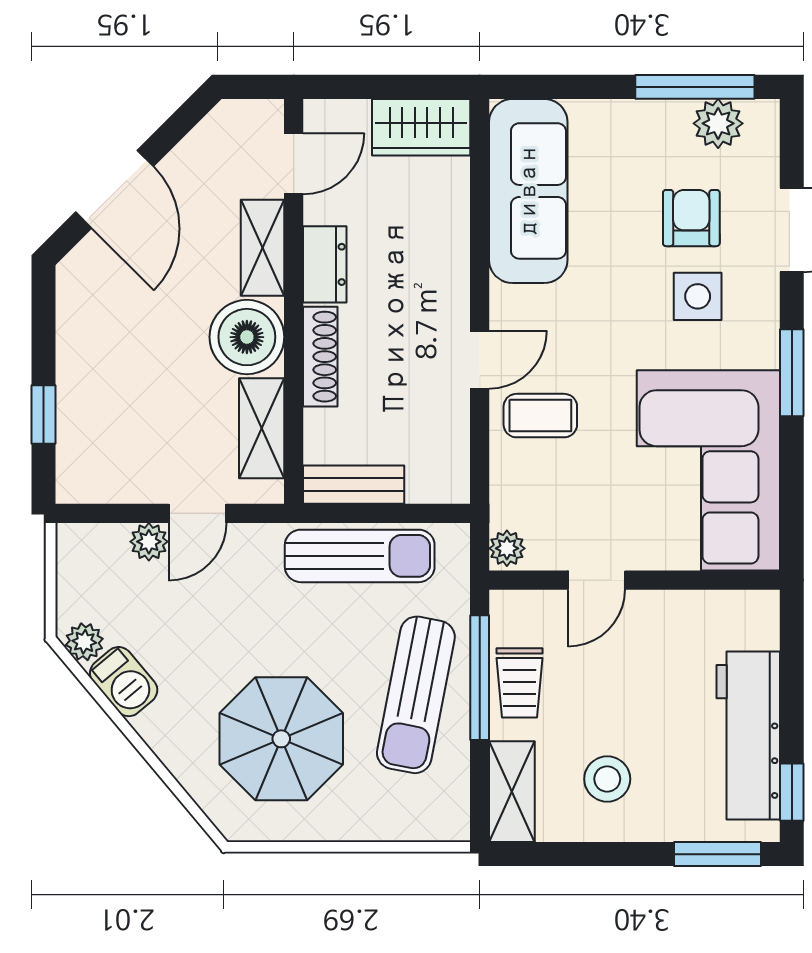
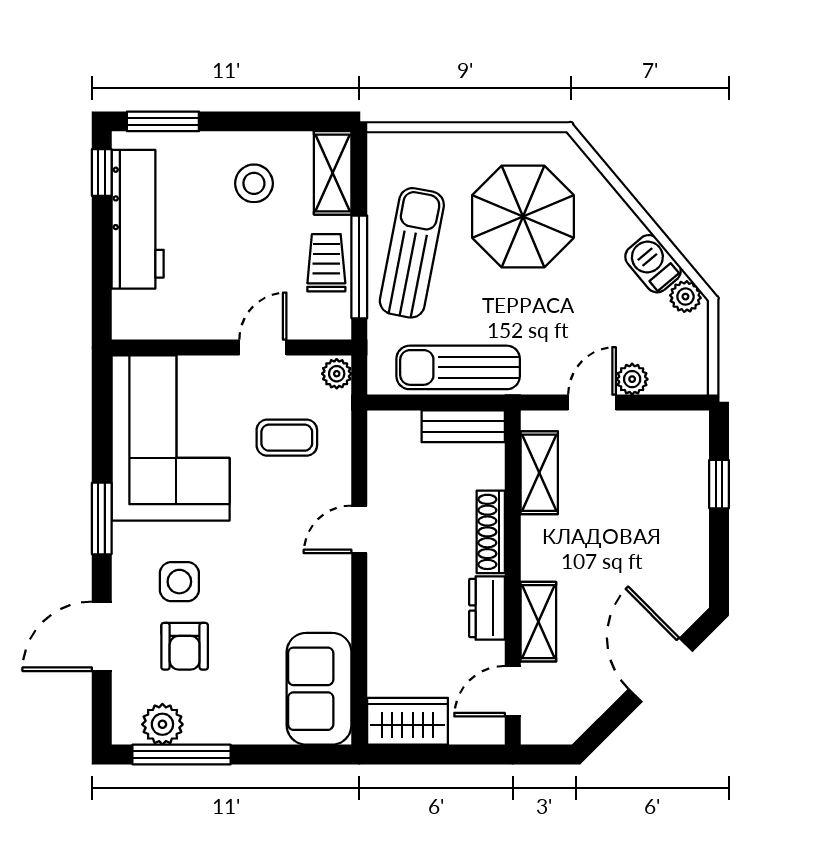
sofa: (528, 191) -> (319, 689), width x0.73
boiler: (247, 337) -> (551, 548), removed
coffee table: (540, 416) -> (287, 438), moved

